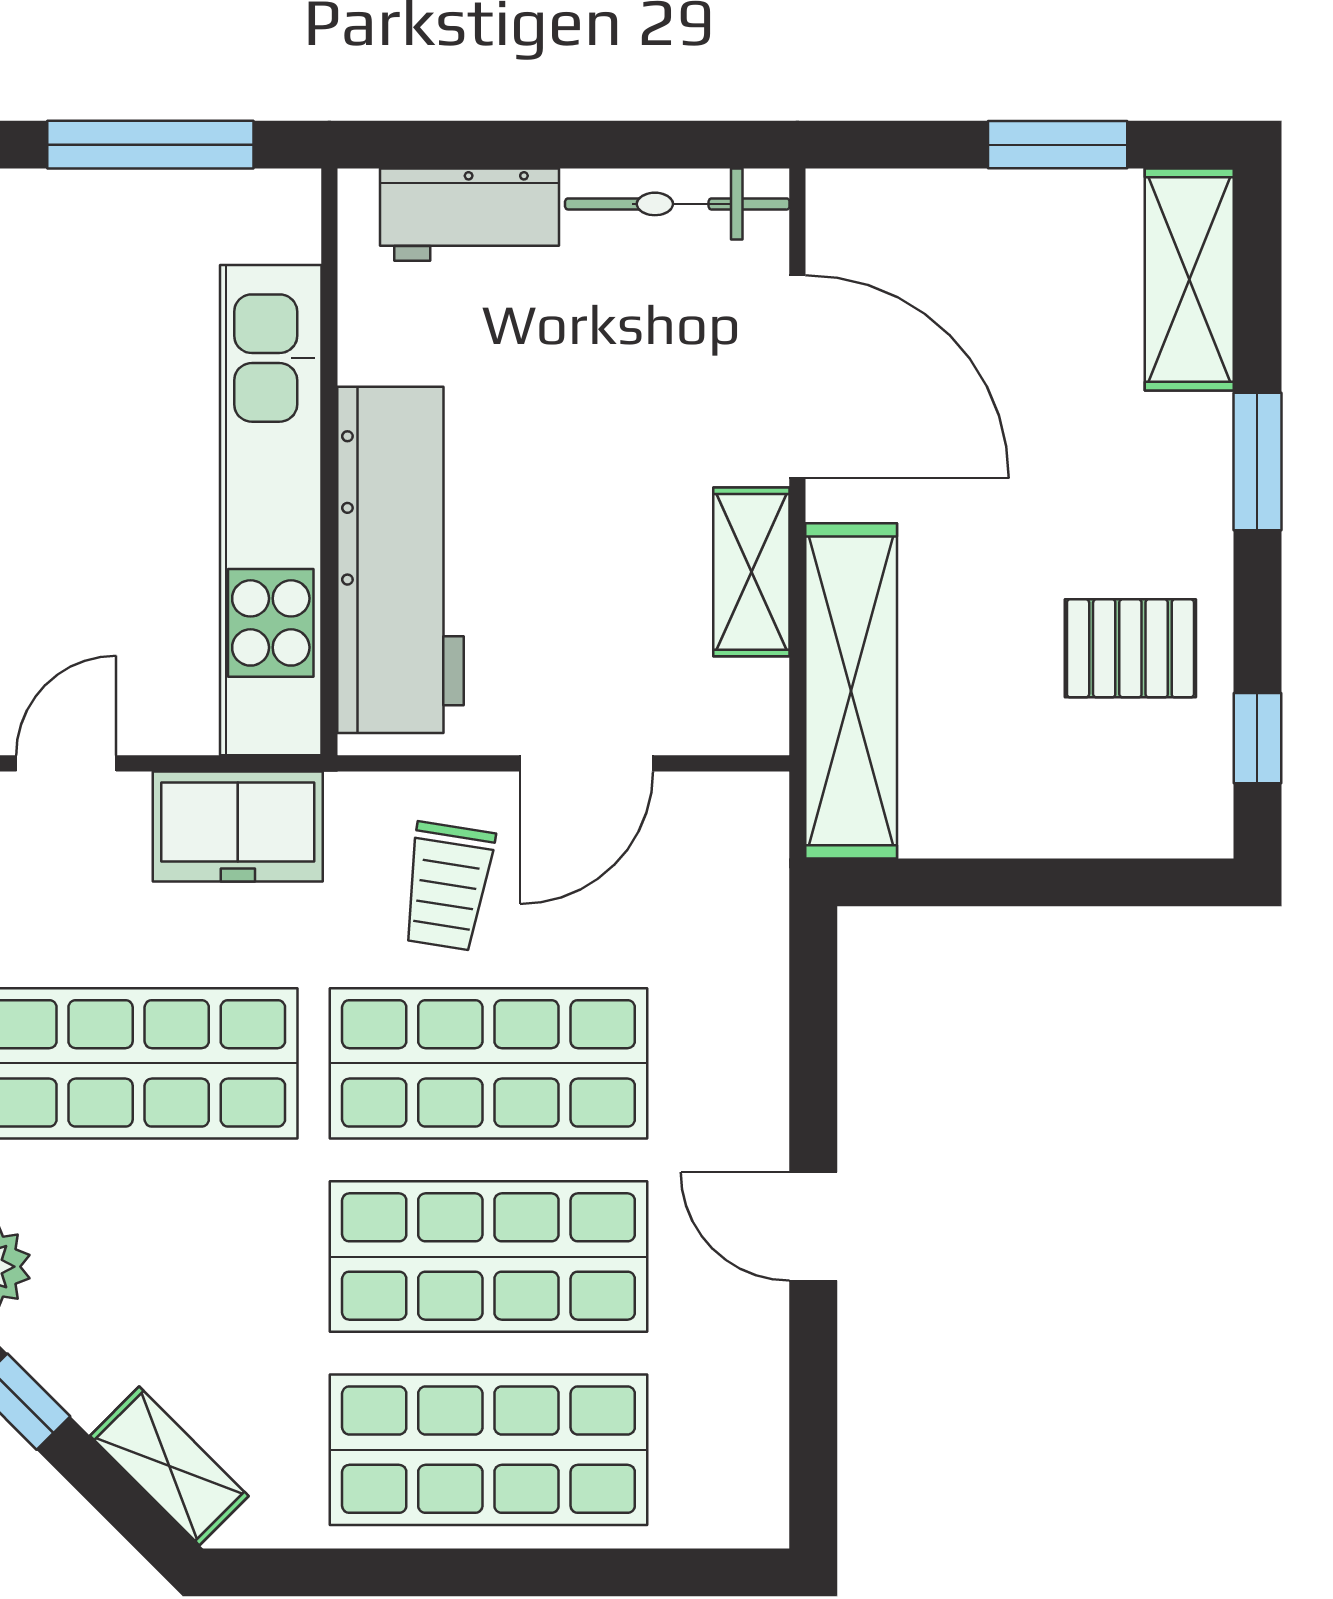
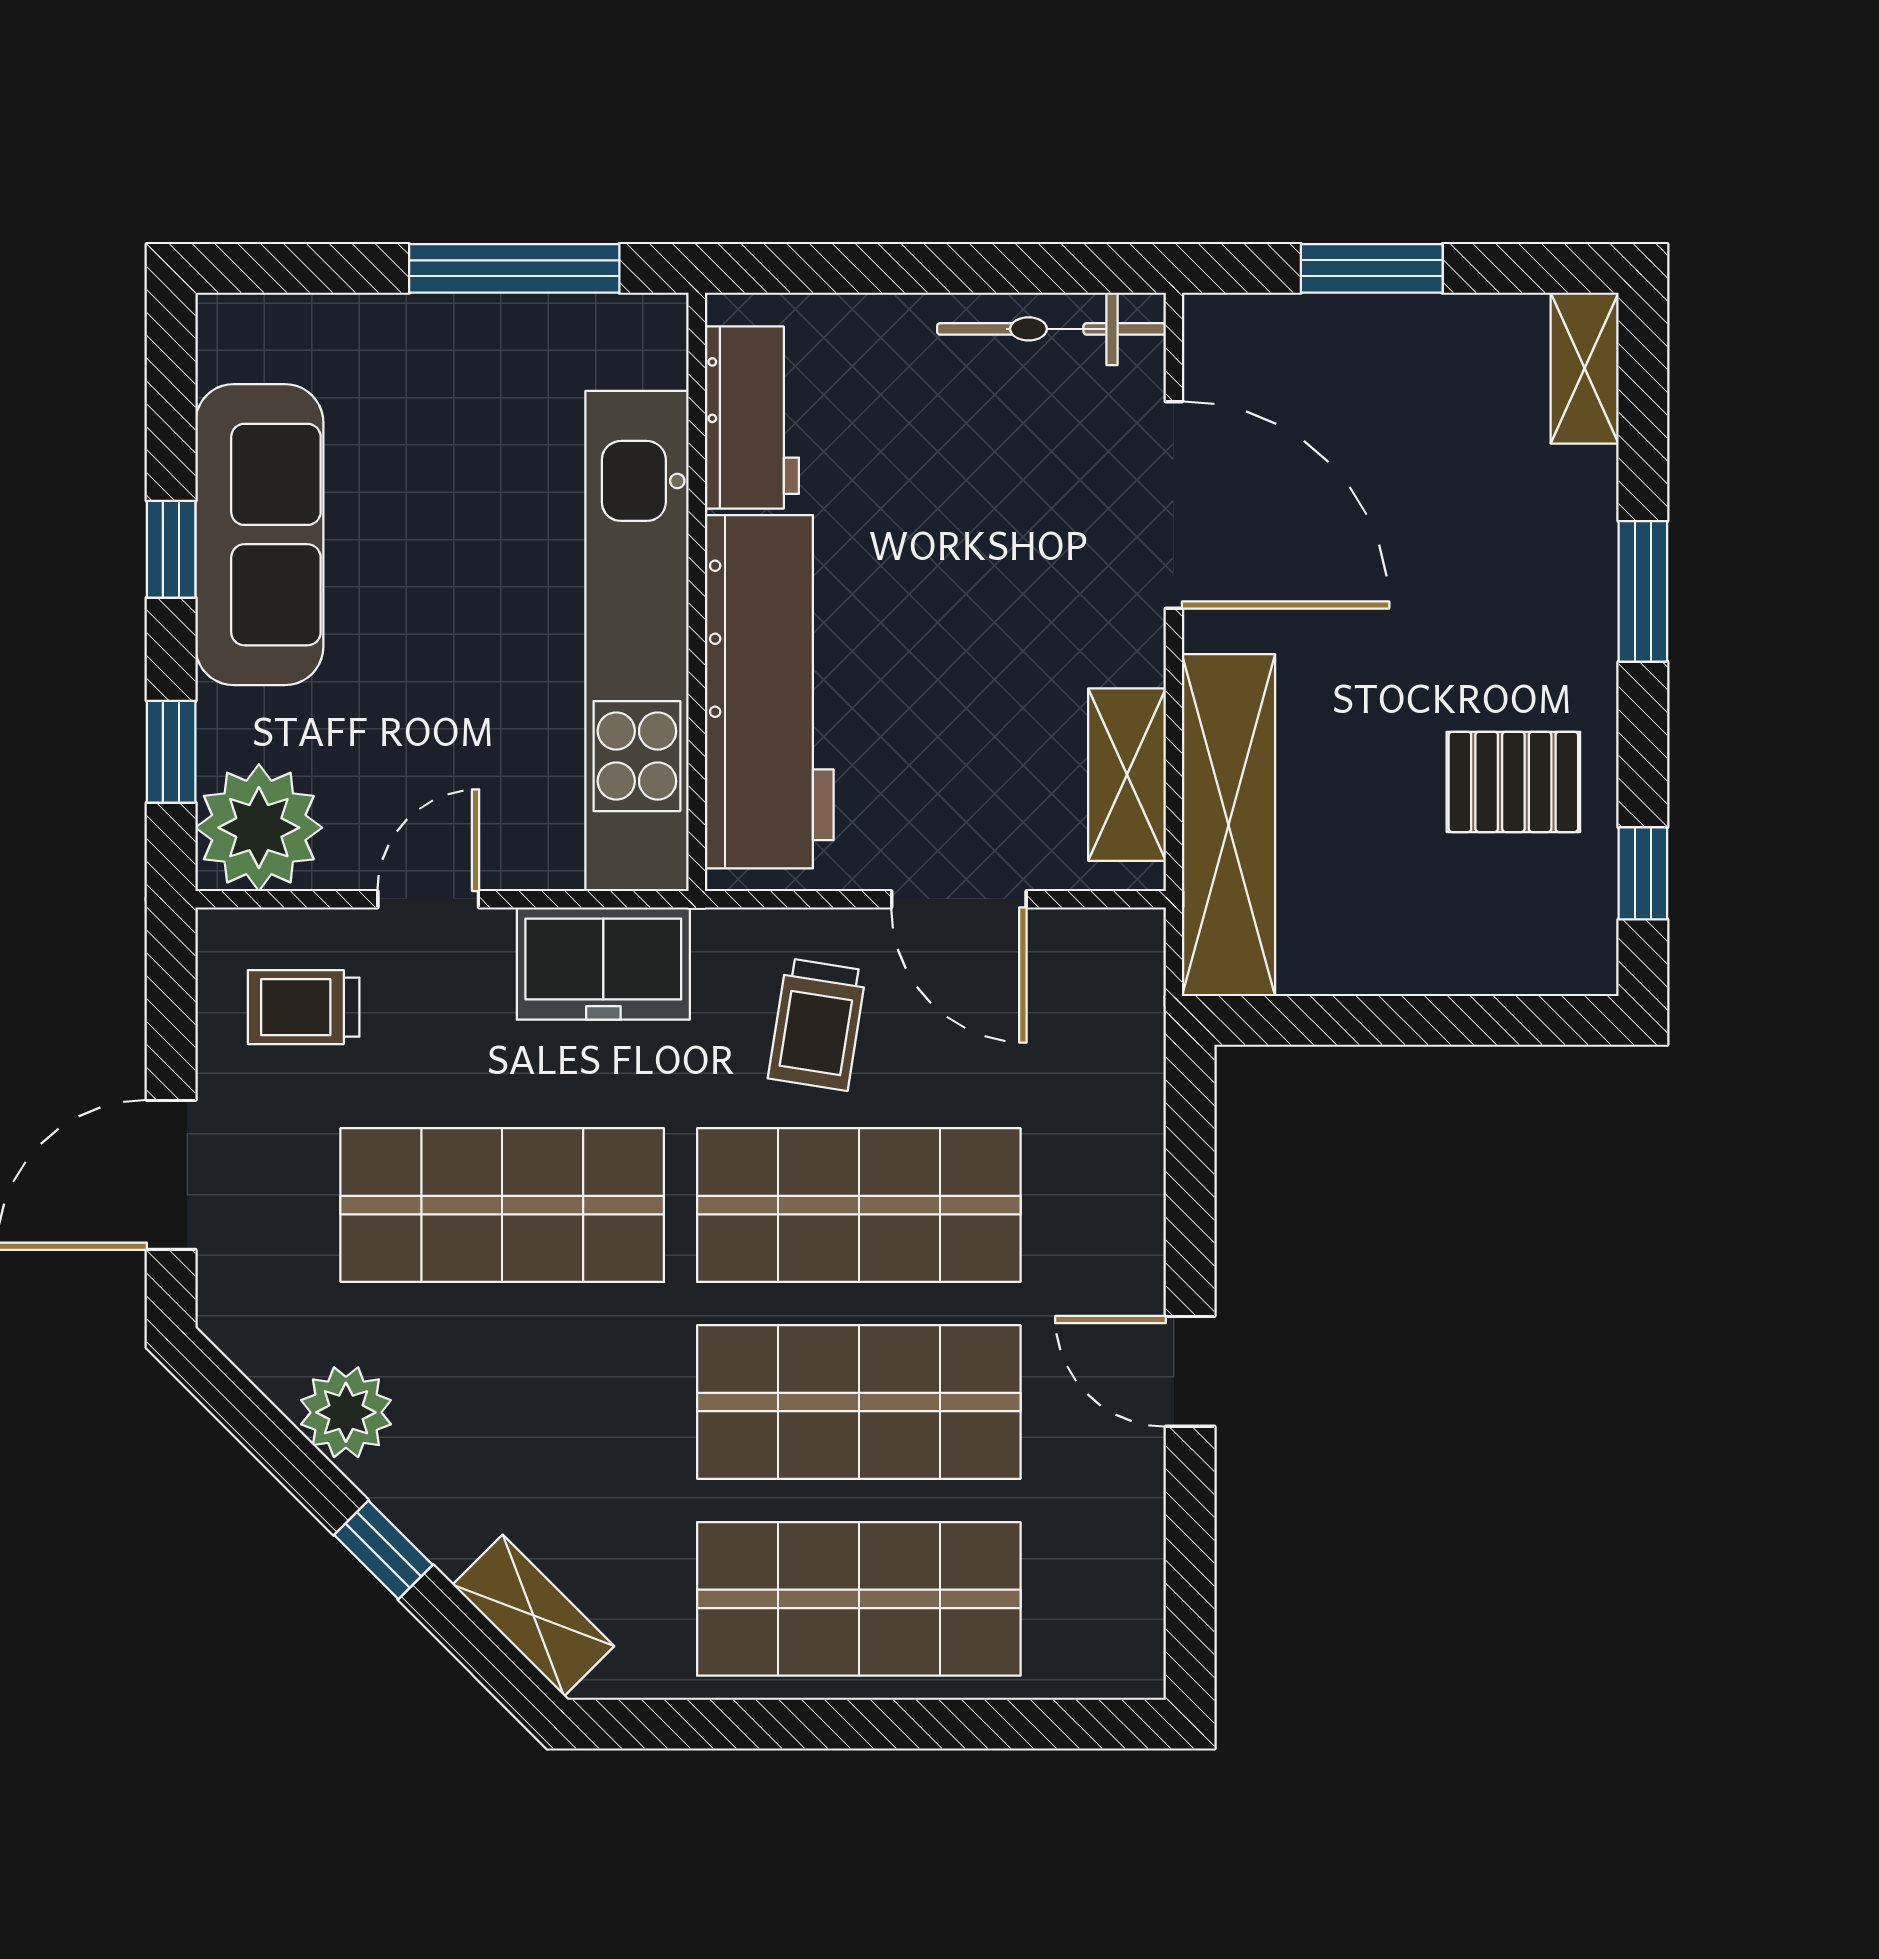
window: (1058, 145) -> (1372, 268), moved
workbench: (469, 215) -> (752, 417), moved, turned -90
shelving: (1189, 279) -> (1585, 368), width x0.67, depth x0.75
shelving: (751, 572) -> (1127, 775), moved
door: (586, 763) -> (959, 899), hinge flipped

